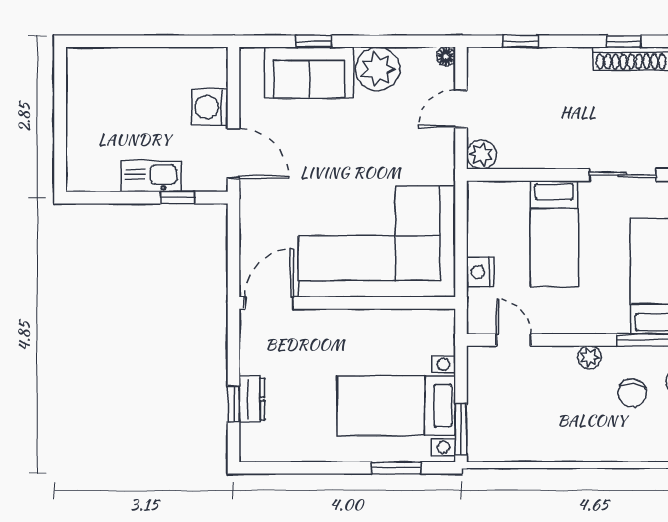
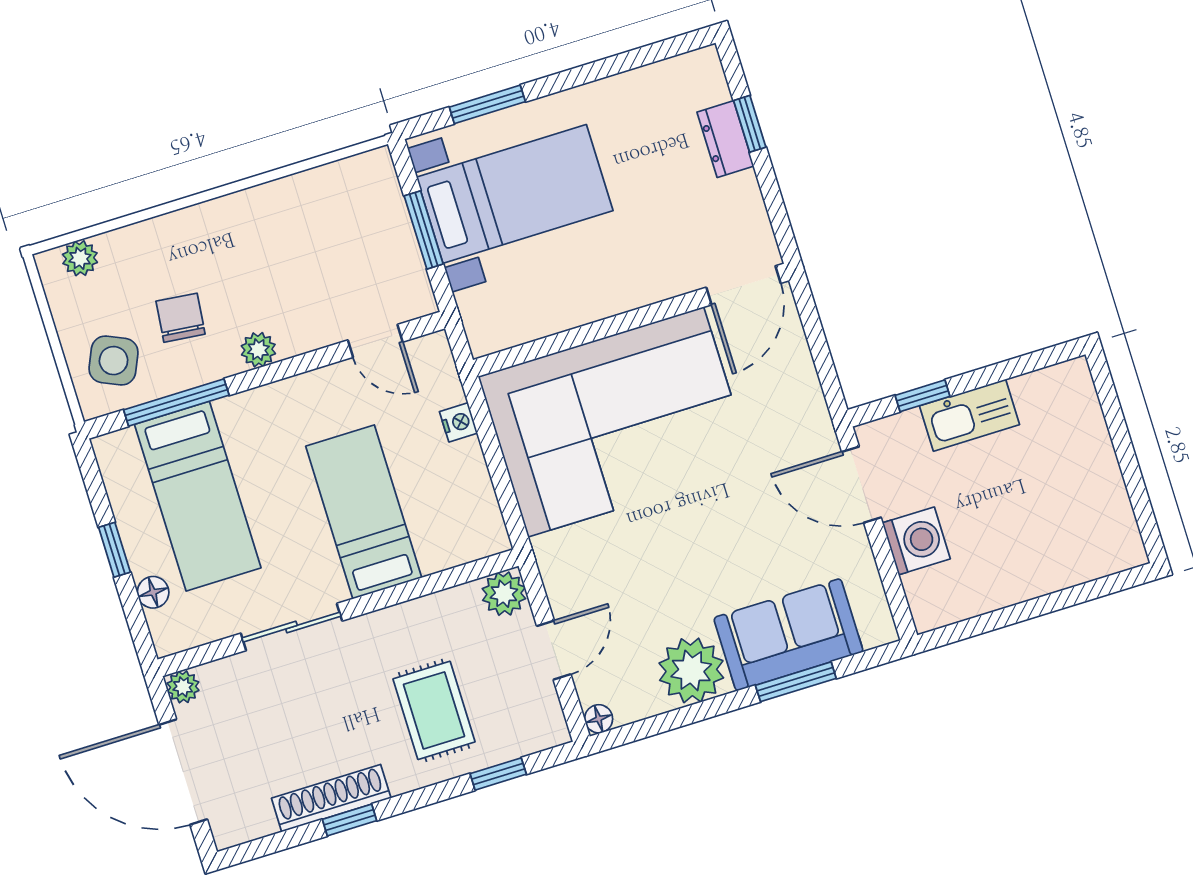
window: (314, 41) -> (796, 682), width x1.50
rug: (549, 94) -> (434, 710), added
nightstand: (480, 272) -> (458, 422), width x0.72, depth x0.74
window: (461, 429) -> (424, 230), moved

